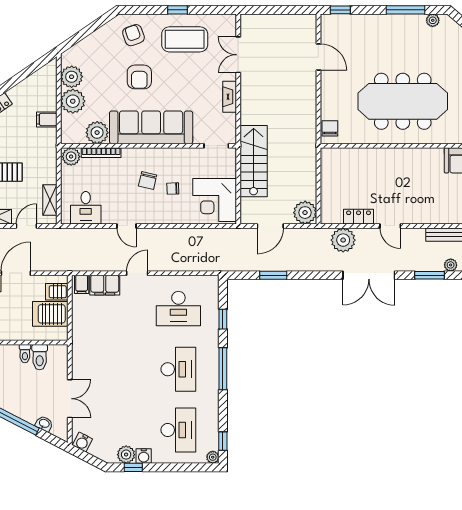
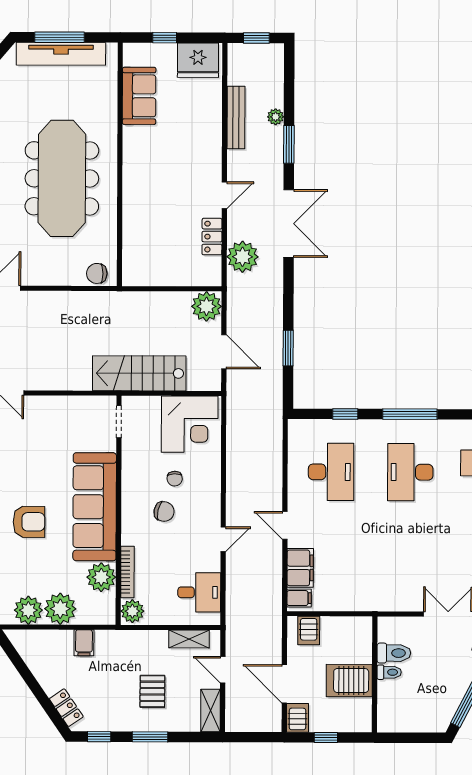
fireplace: (230, 97) -> (55, 404), removed
server rack: (50, 314) -> (349, 681), moved, turned 90
desk: (178, 369) -> (410, 472), turned -90

